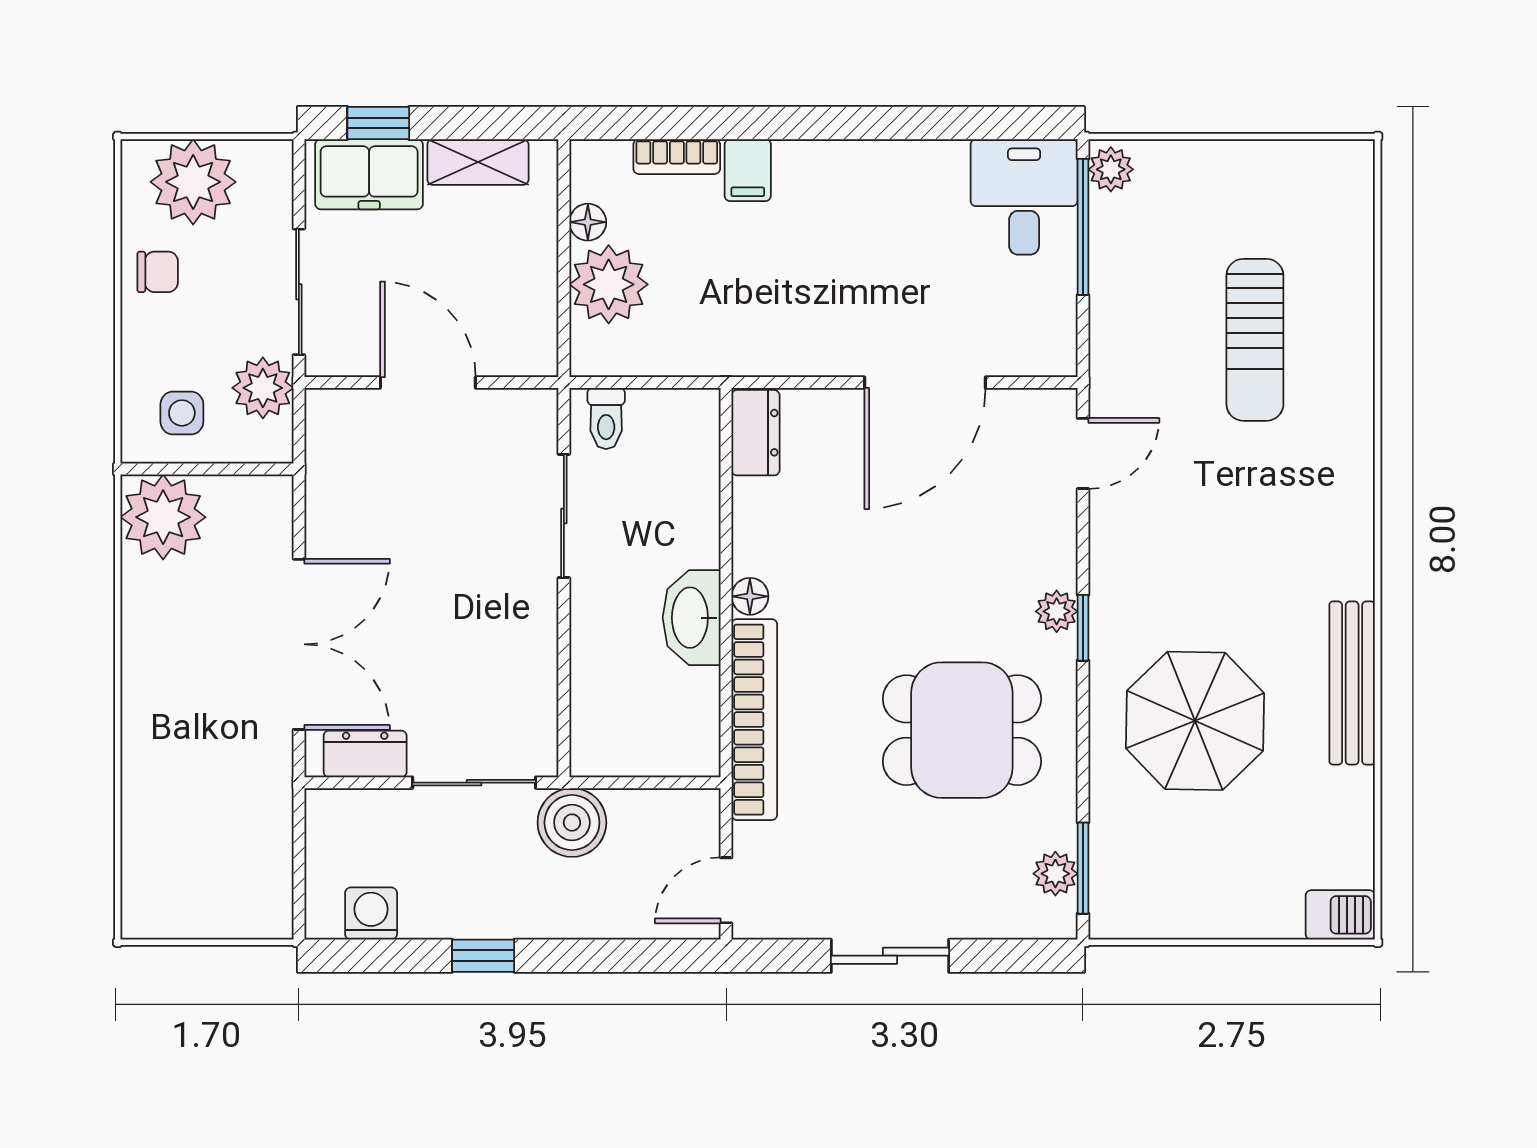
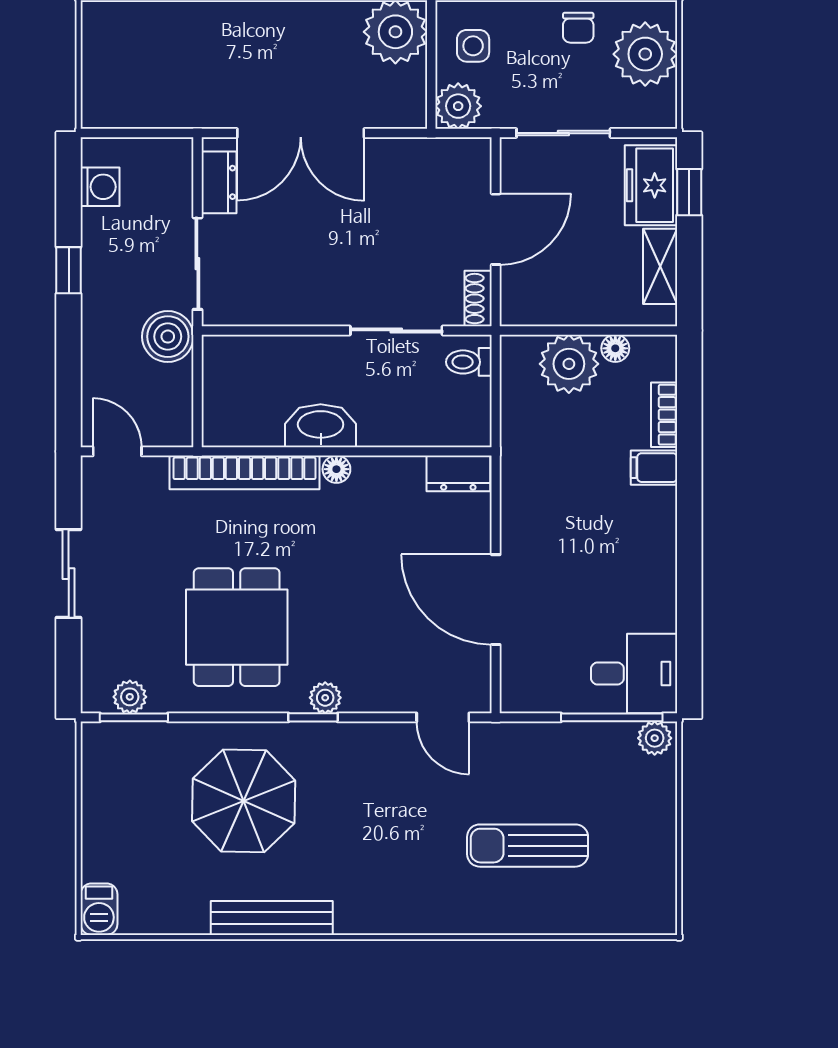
plant: (263, 388) -> (458, 106), moved
shoe rack: (521, 406) -> (478, 299), added

